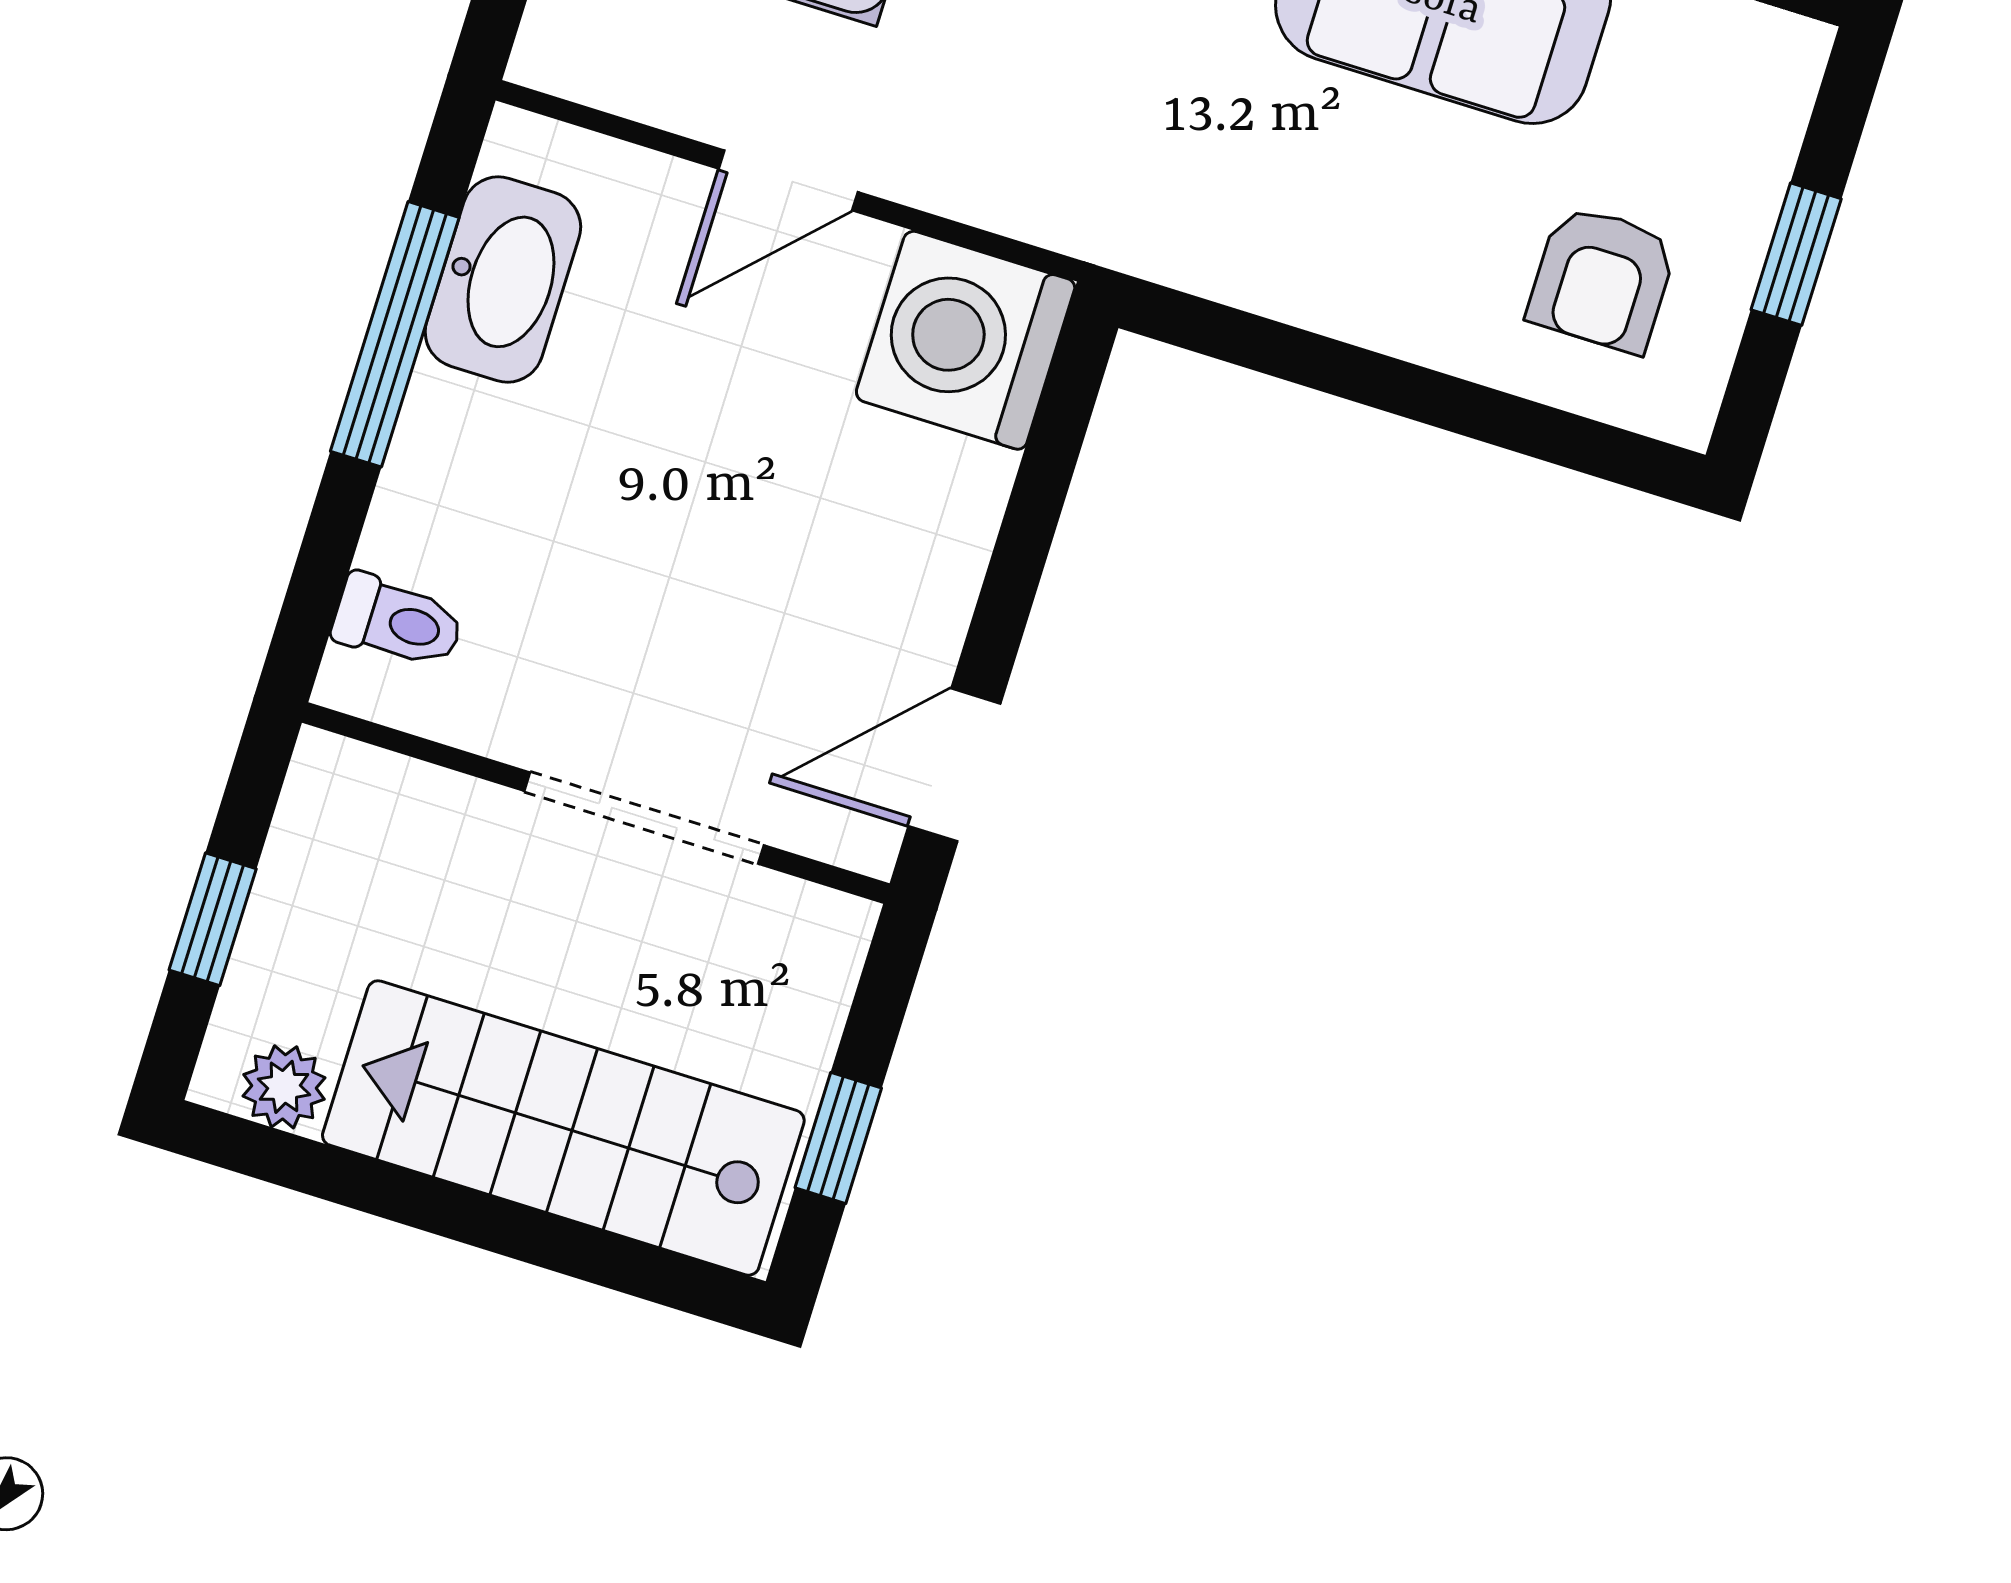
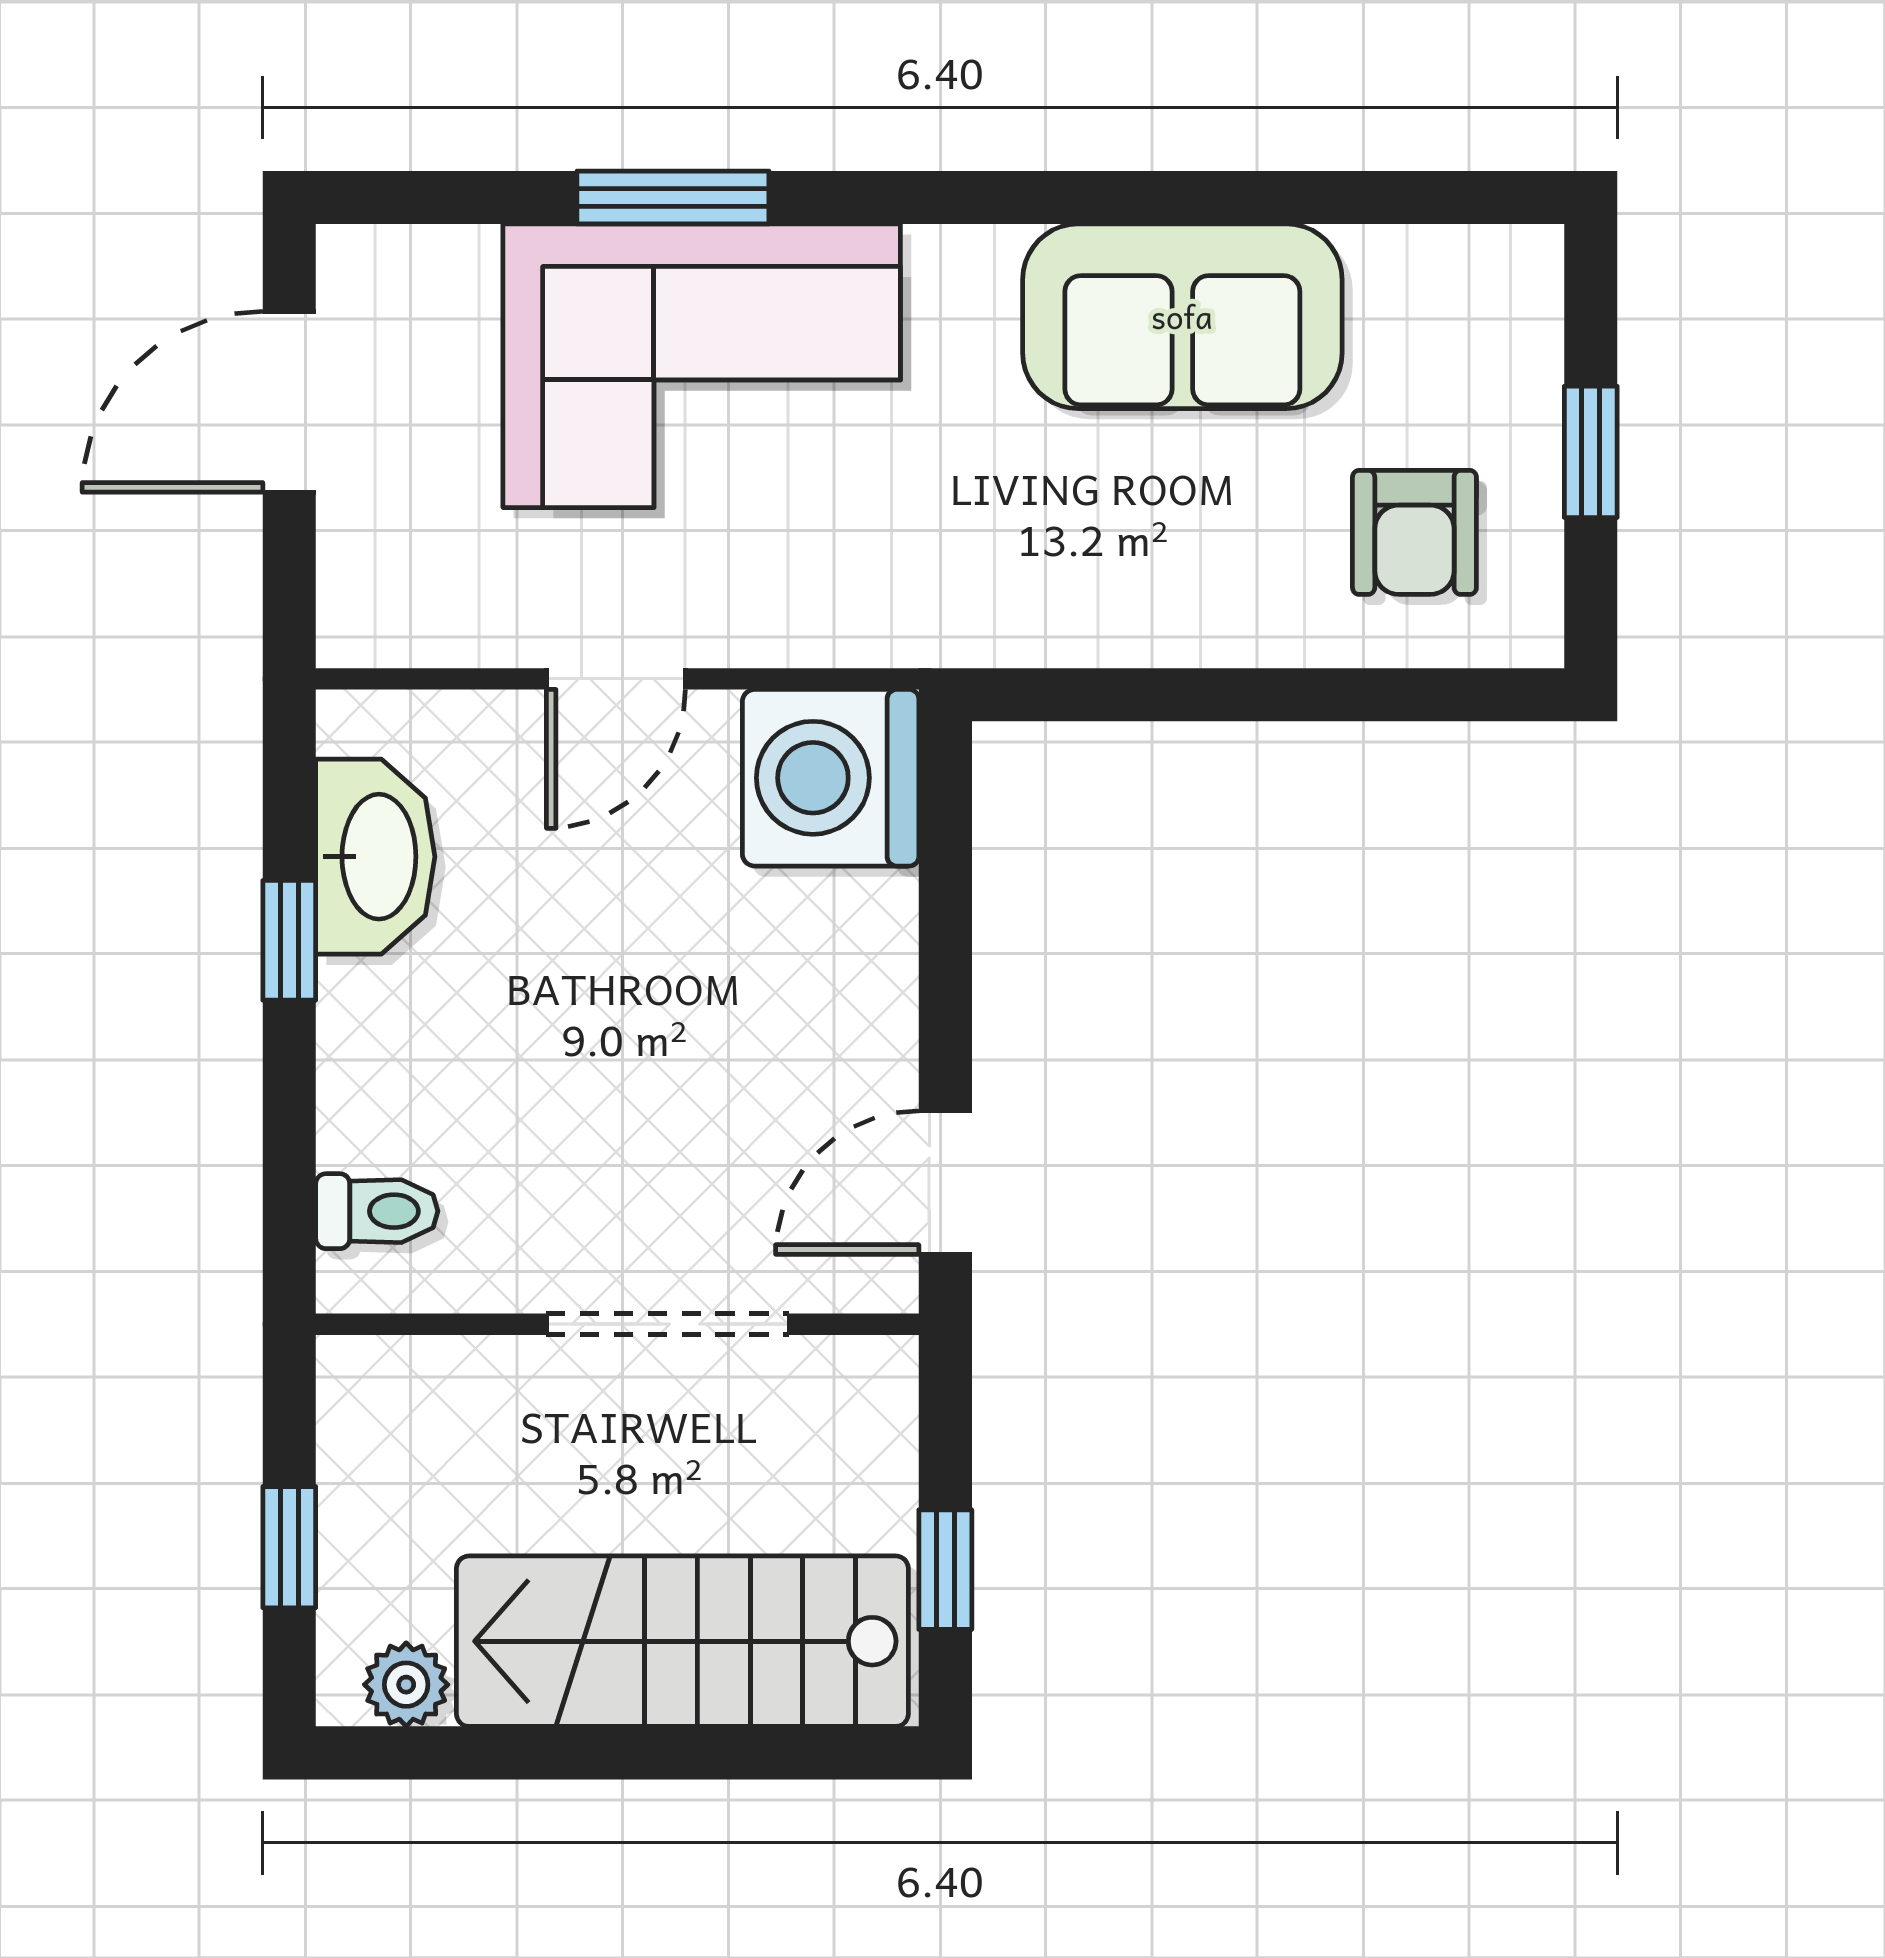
window: (395, 334) -> (289, 940), width x0.46

